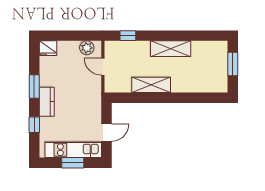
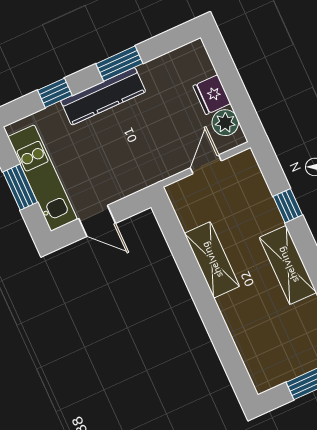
window: (128, 36) -> (288, 206), moved
fridge: (48, 48) -> (212, 95), moved
kitchen counter: (47, 102) -> (103, 96), width x1.50

